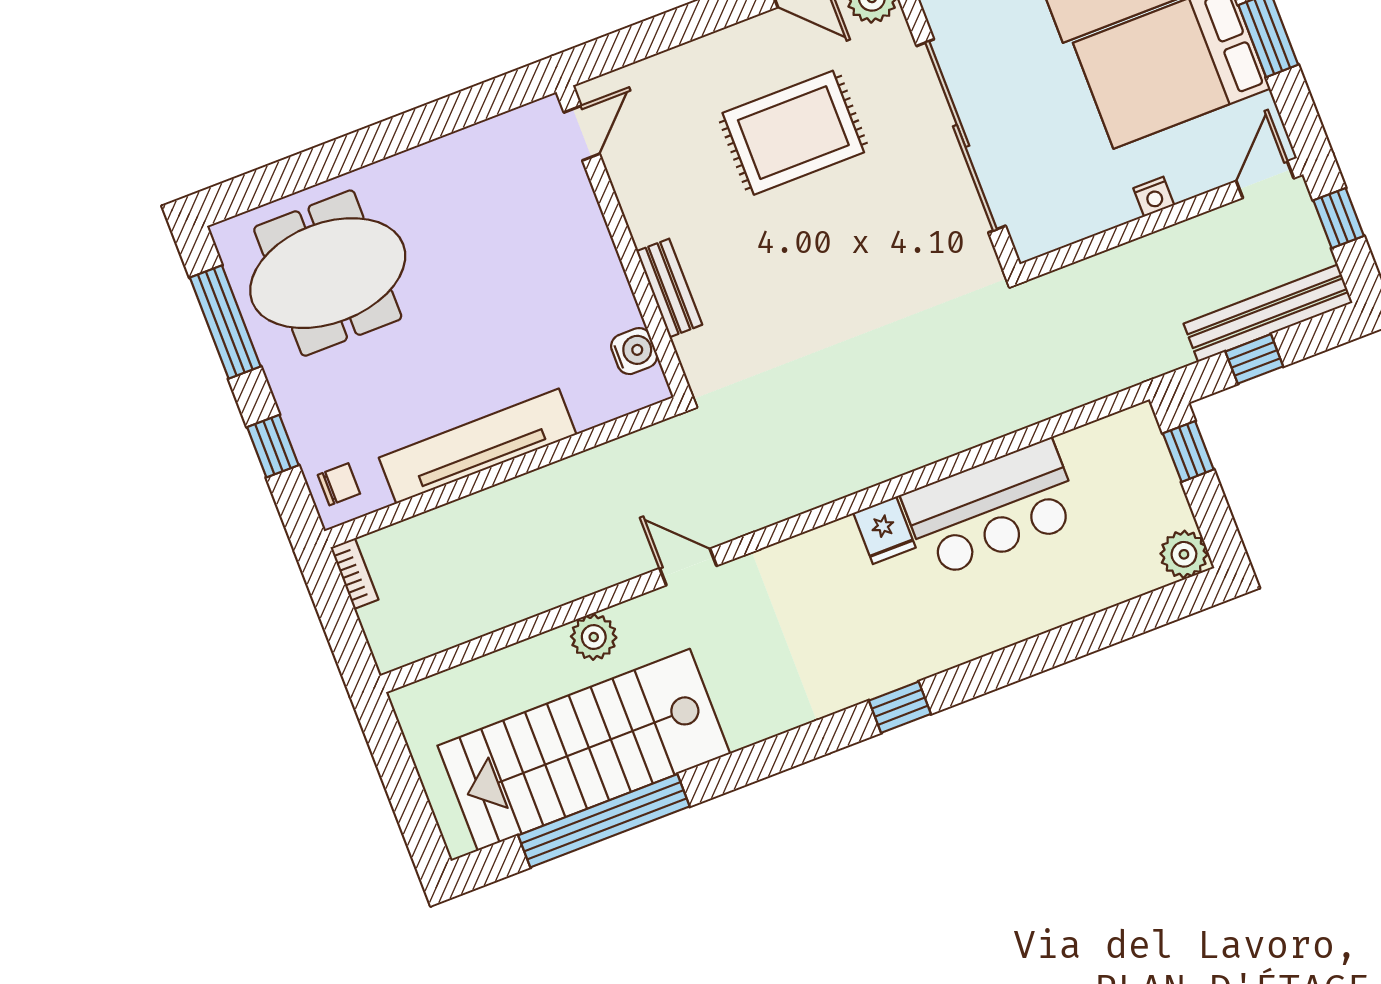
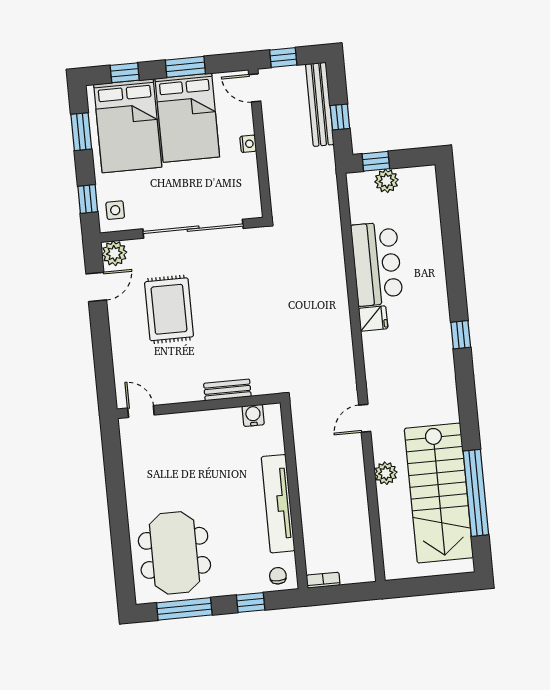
plant: (1184, 554) -> (386, 181), moved

